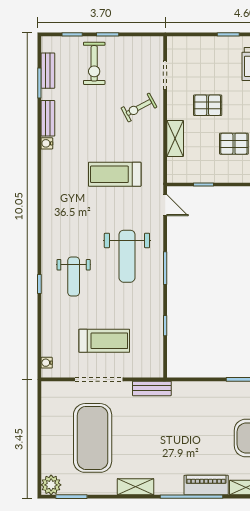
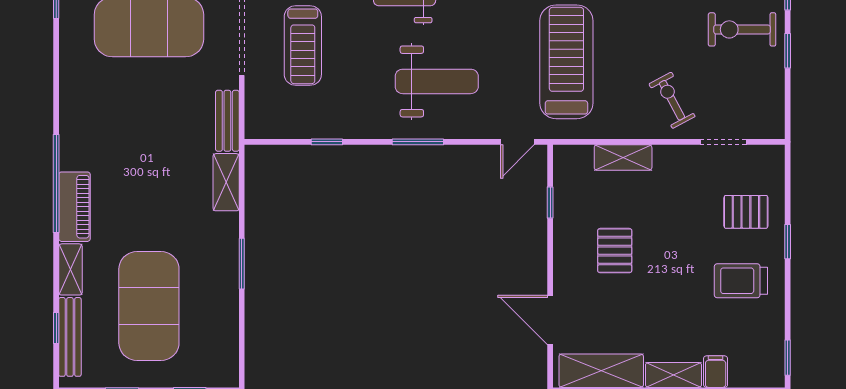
pallet: (208, 105) -> (746, 212), moved, turned 90
treadmill: (115, 174) -> (566, 62), width x1.37, depth x1.38
weight bench: (127, 256) -> (437, 81), turned 180
shelving: (136, 487) -> (226, 182), moved

